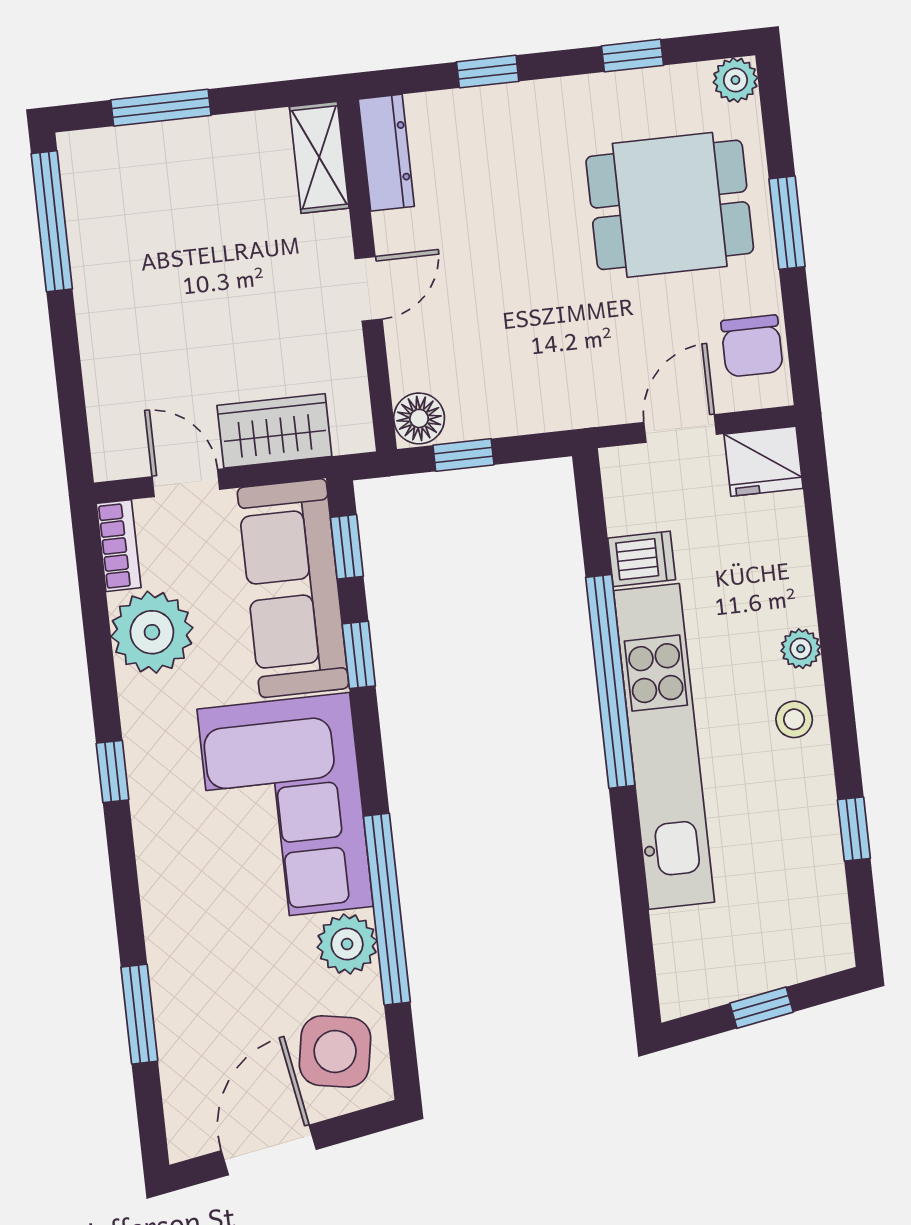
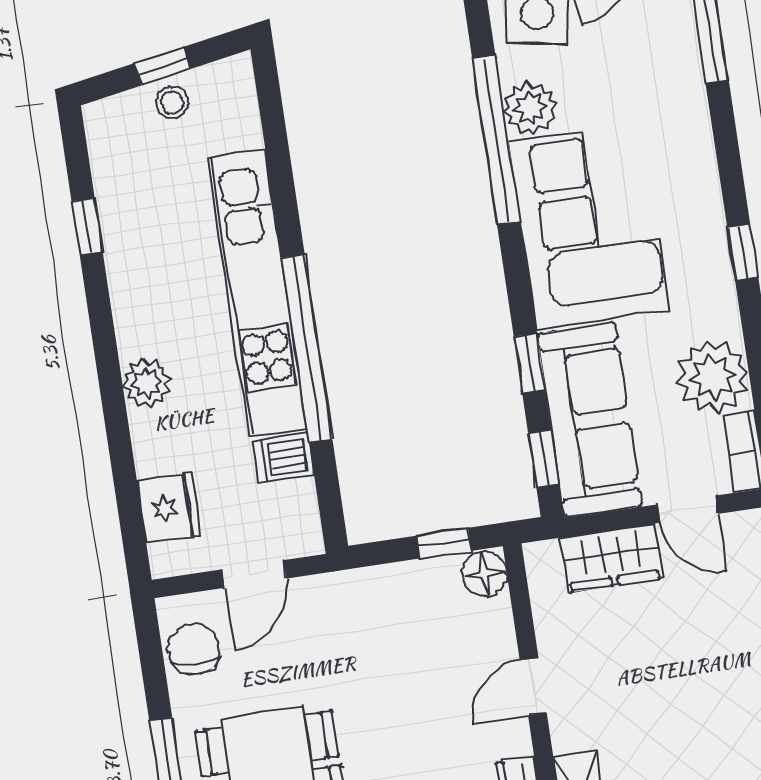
fridge: (764, 461) -> (169, 508), moved, turned 90
plant: (801, 649) -> (147, 383), width x1.38, depth x1.38
stool: (794, 719) -> (172, 103), moved

